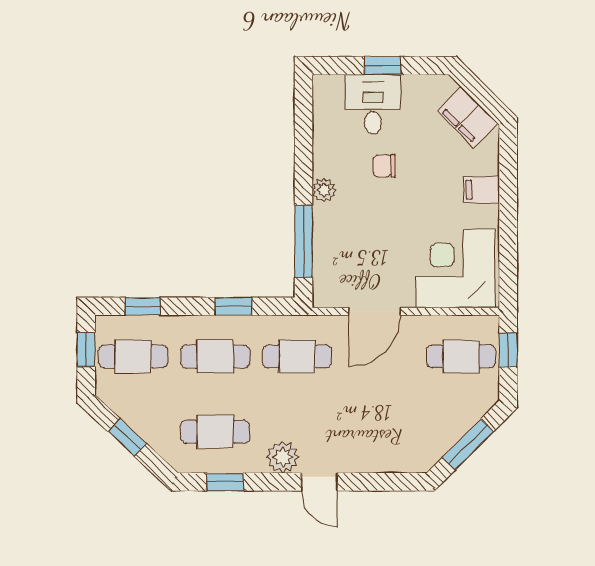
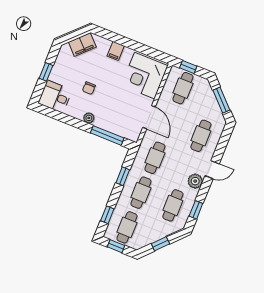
desk: (373, 104) -> (55, 97), moved
cafe table: (379, 432) -> (201, 136), added

